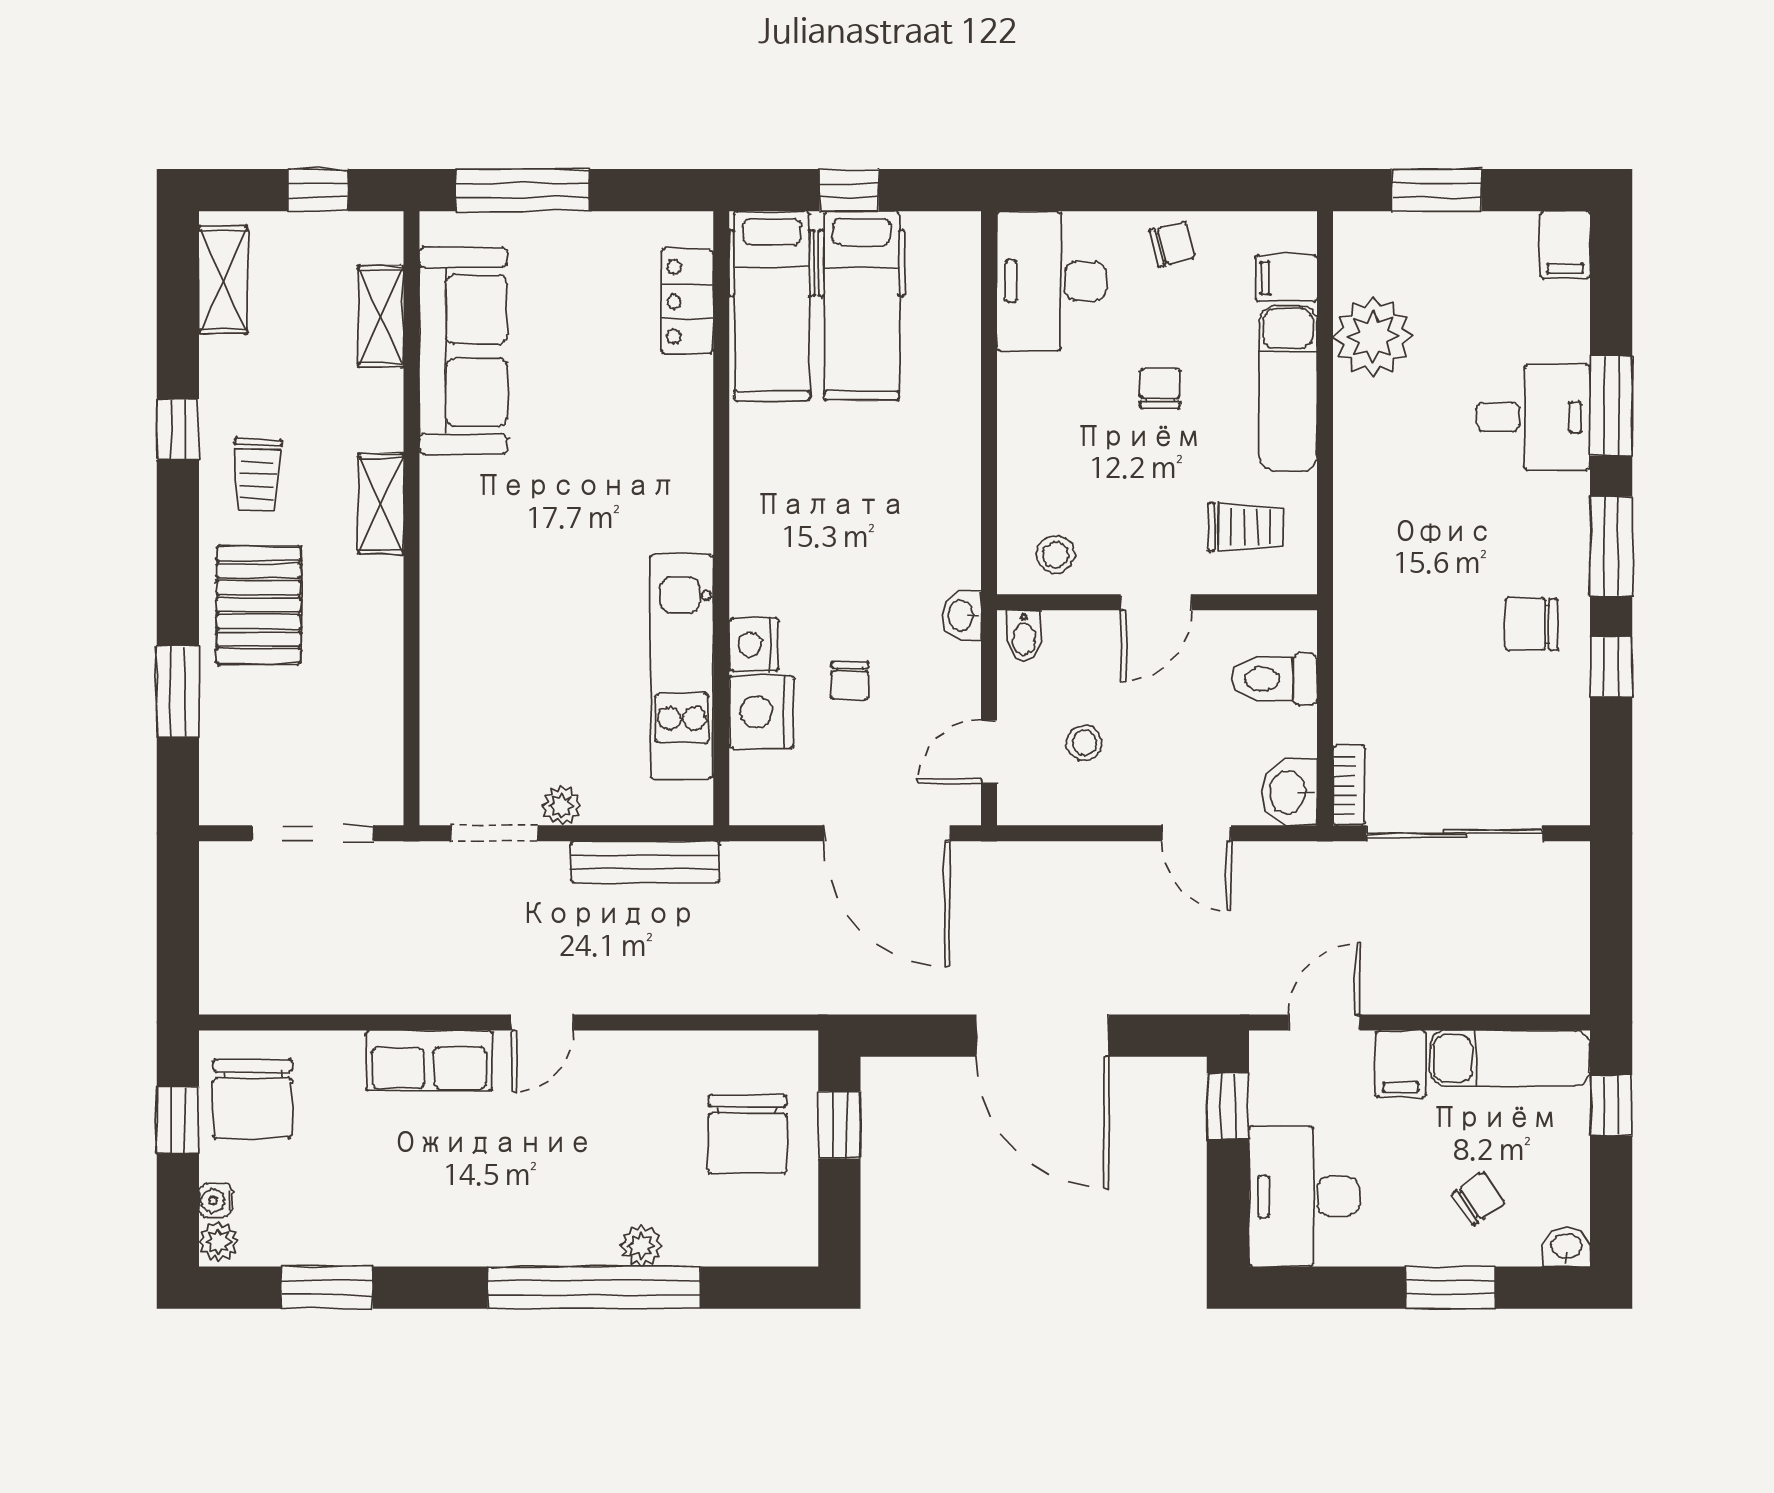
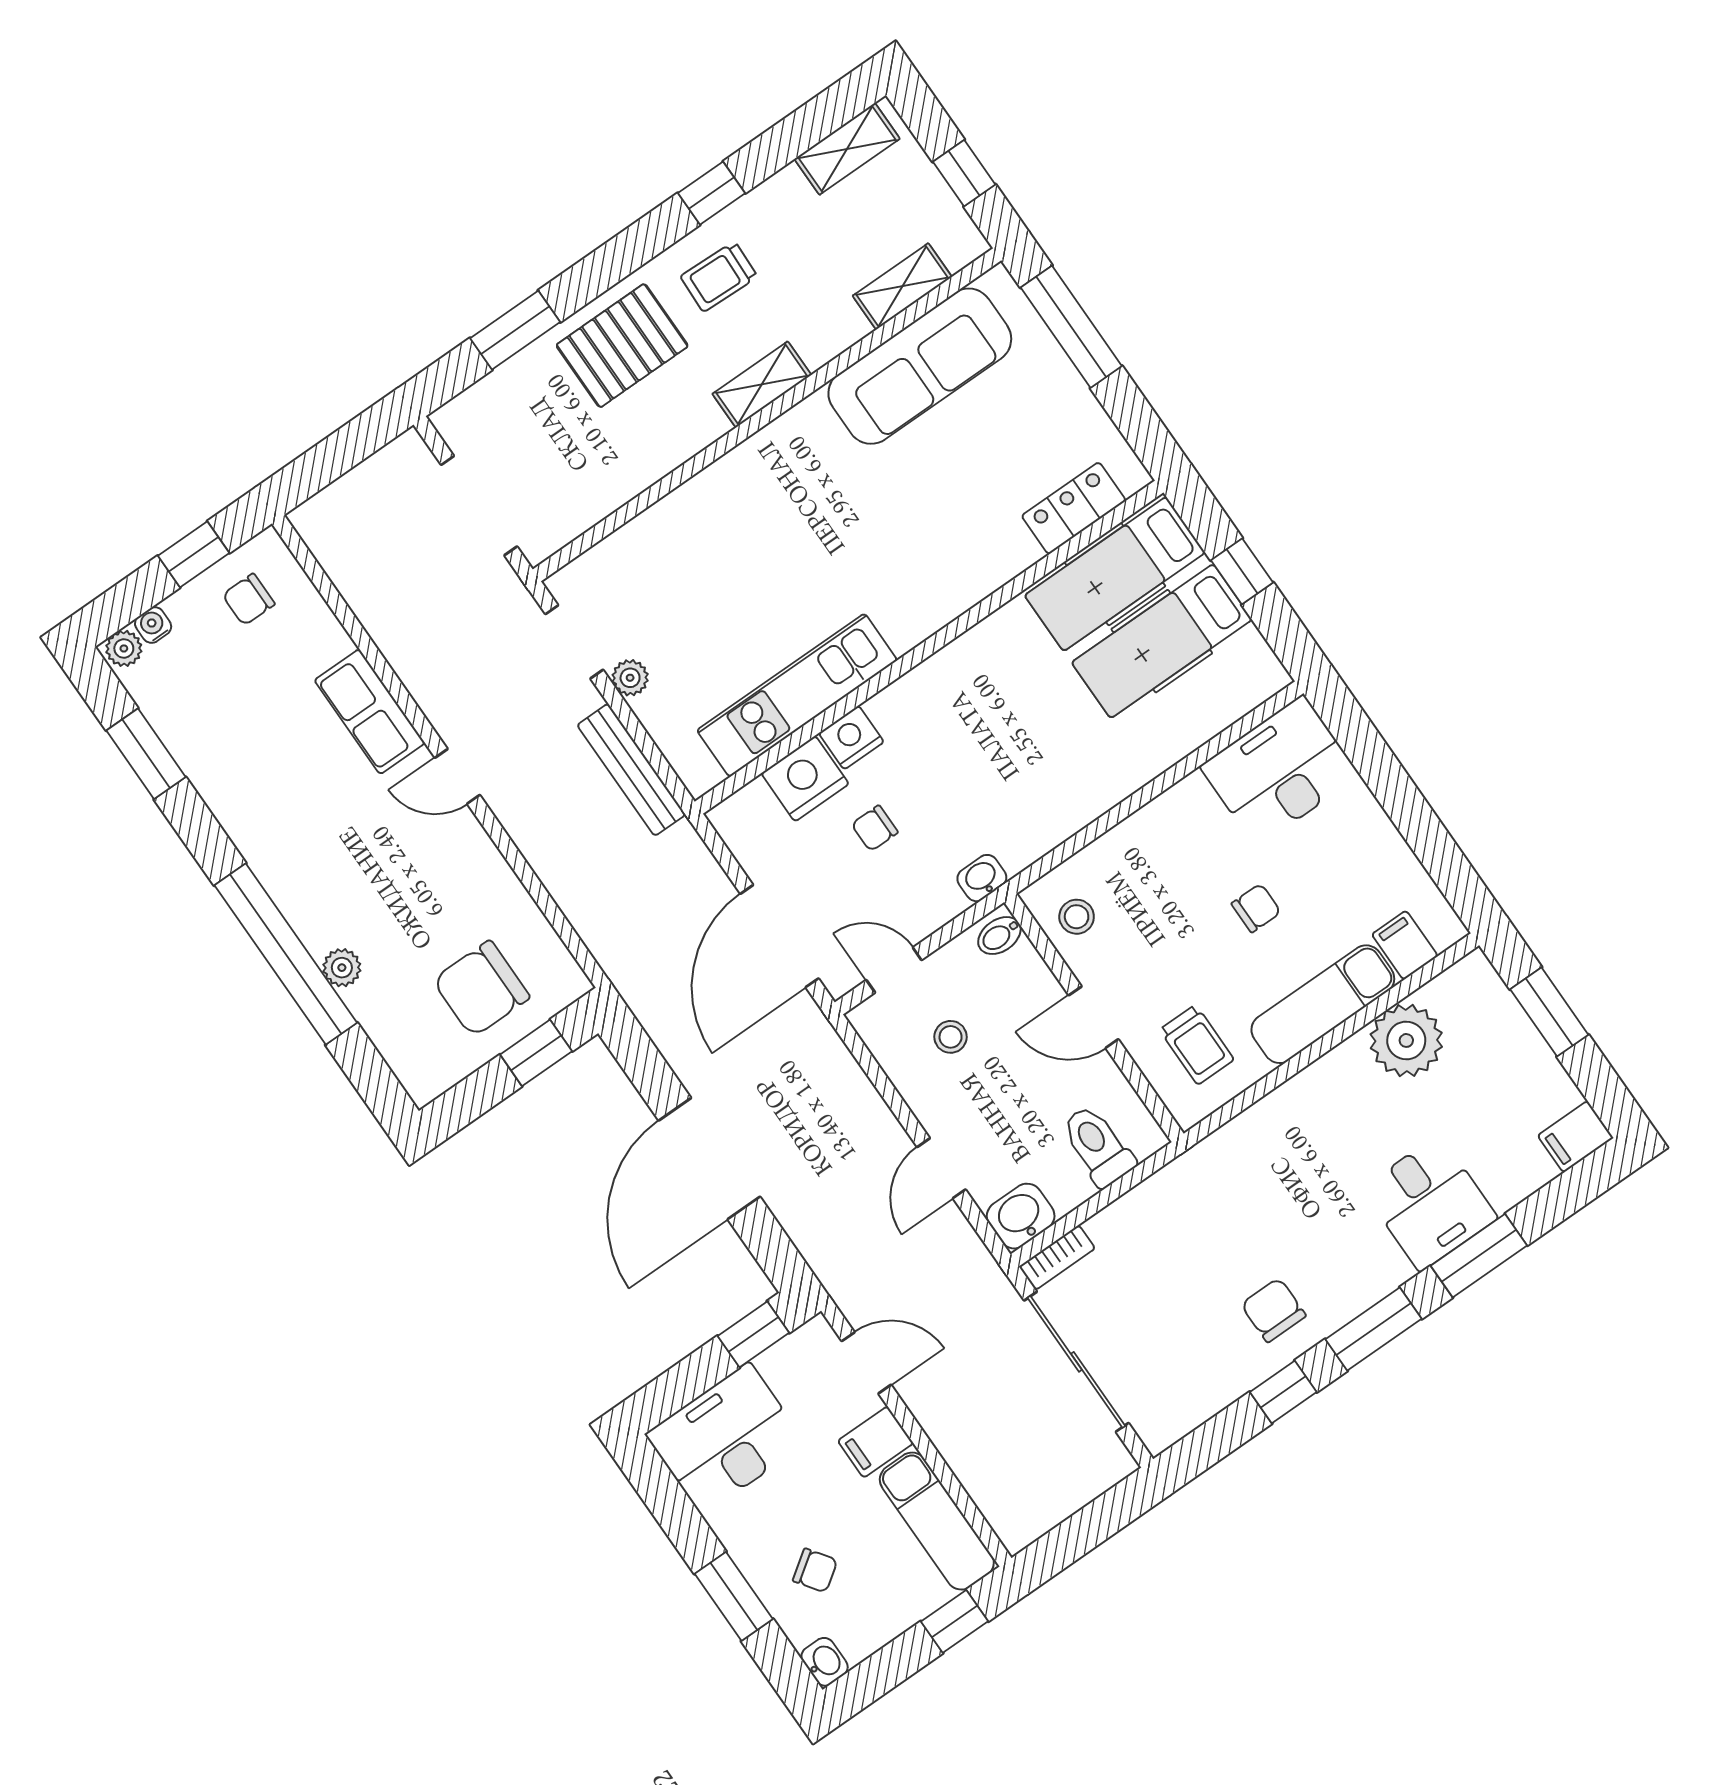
chair: (1172, 244) -> (1370, 842), removed
chair: (253, 1099) -> (249, 599), width x0.54, depth x0.54

